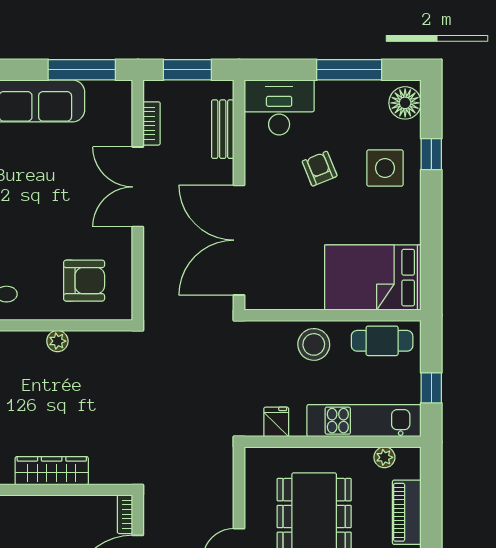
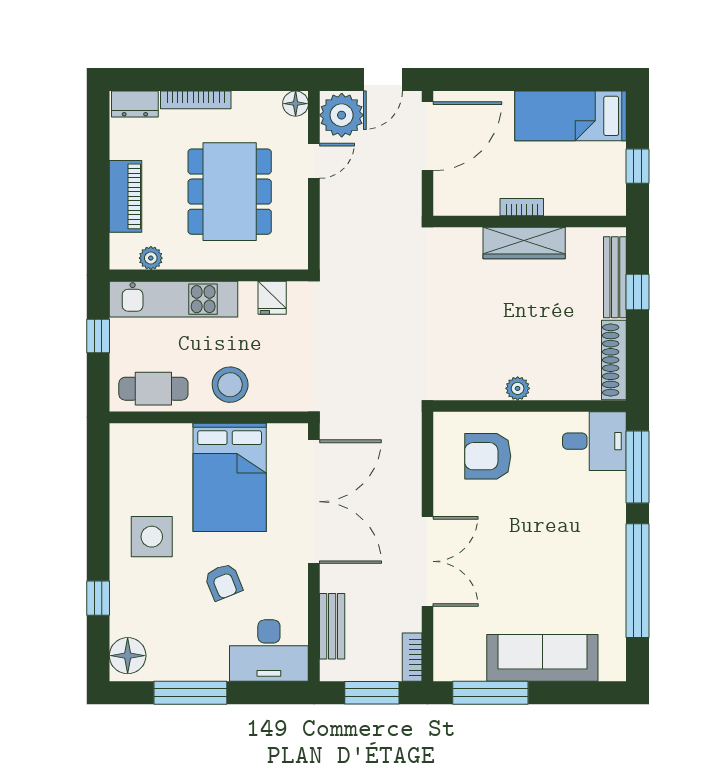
bookcase: (151, 123) -> (412, 657), moved
side table: (385, 168) -> (152, 537), moved
bed: (373, 278) -> (230, 477), moved, turned 90
bookcase: (125, 514) -> (522, 207), moved, turned -90

